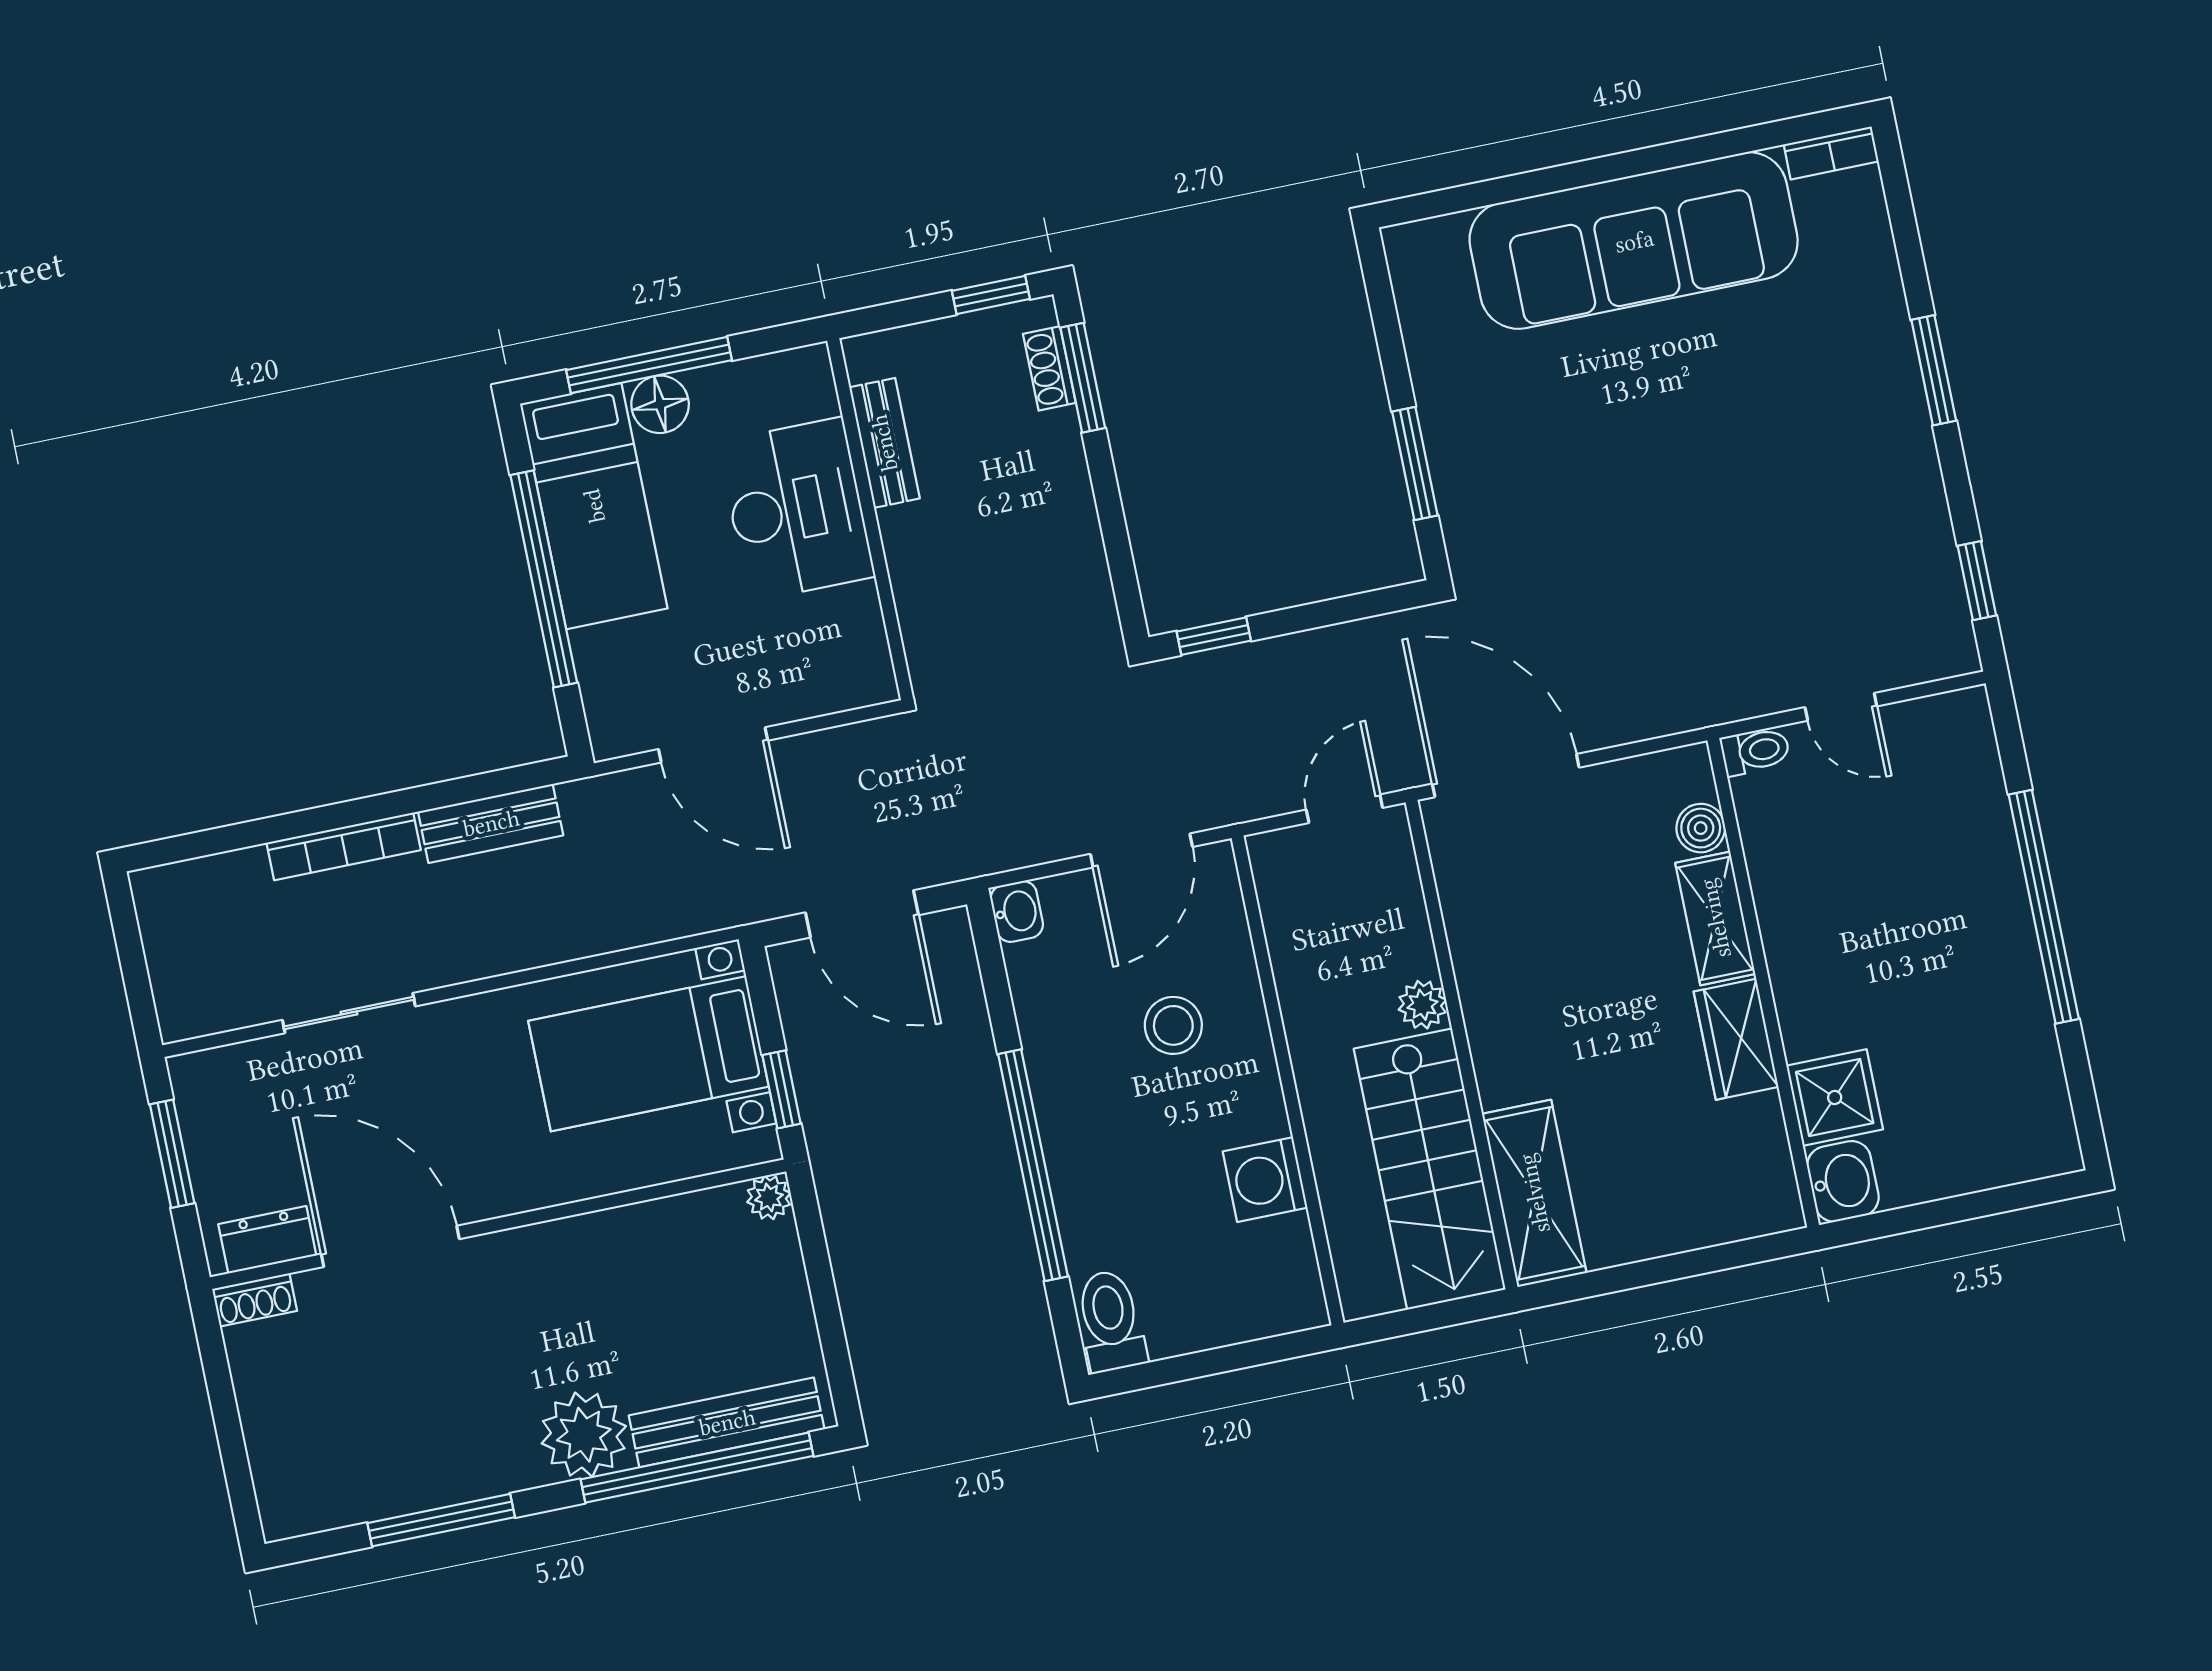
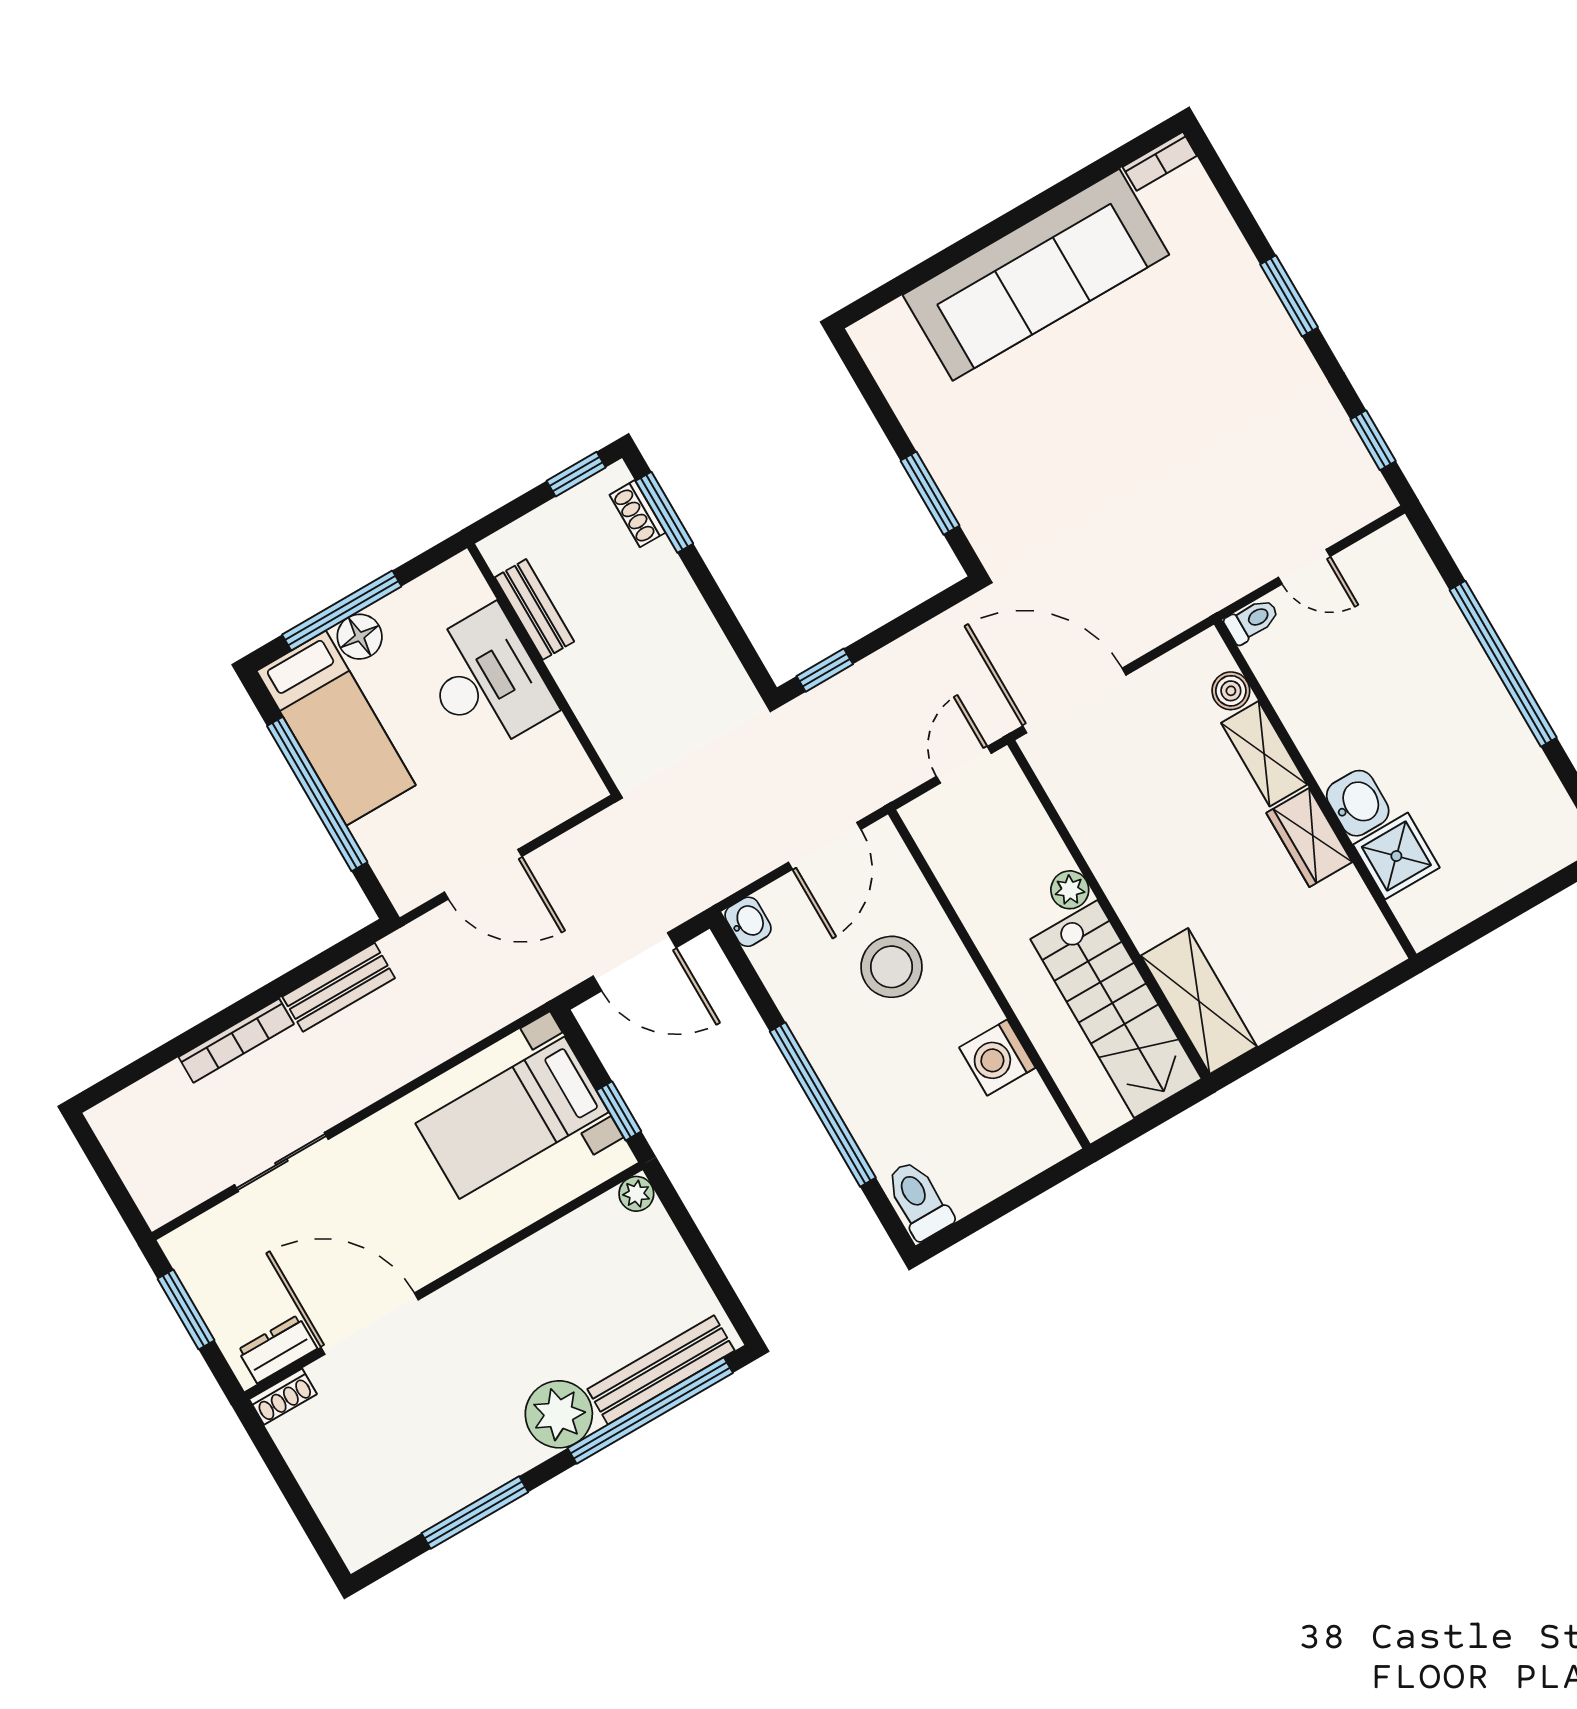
stool: (1173, 1025) -> (891, 967), width x1.38, depth x1.38
washbasin: (1843, 1181) -> (1358, 803), moved

